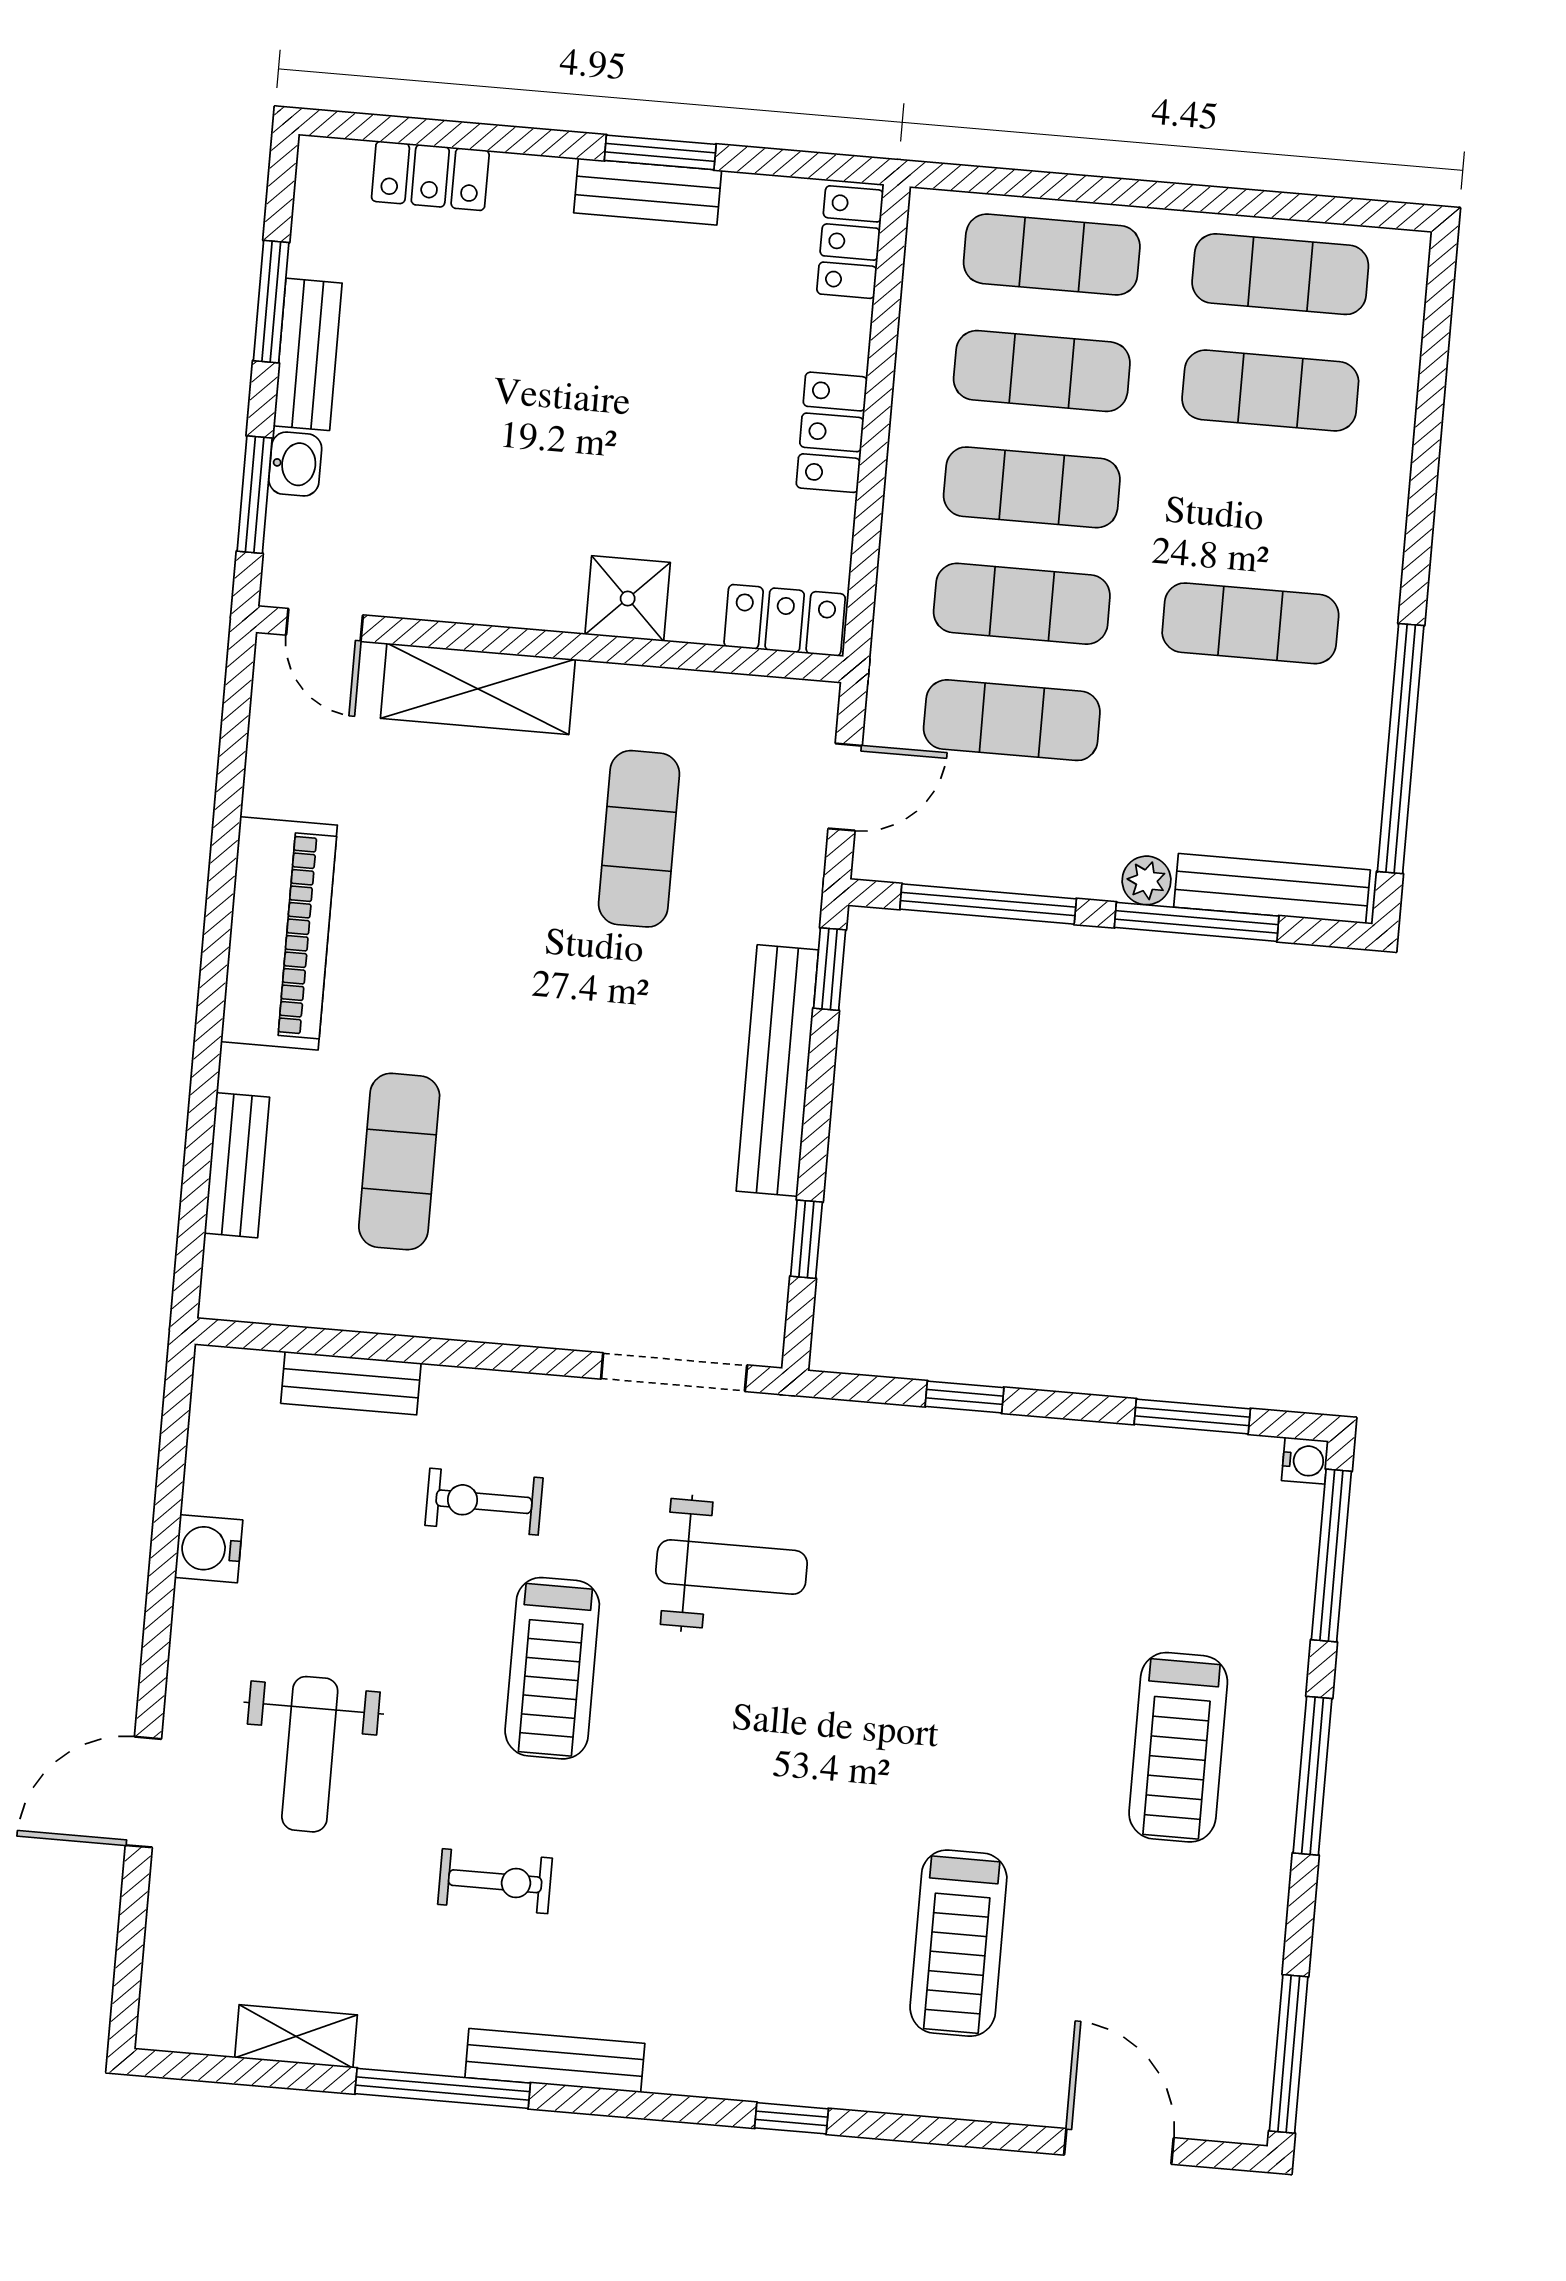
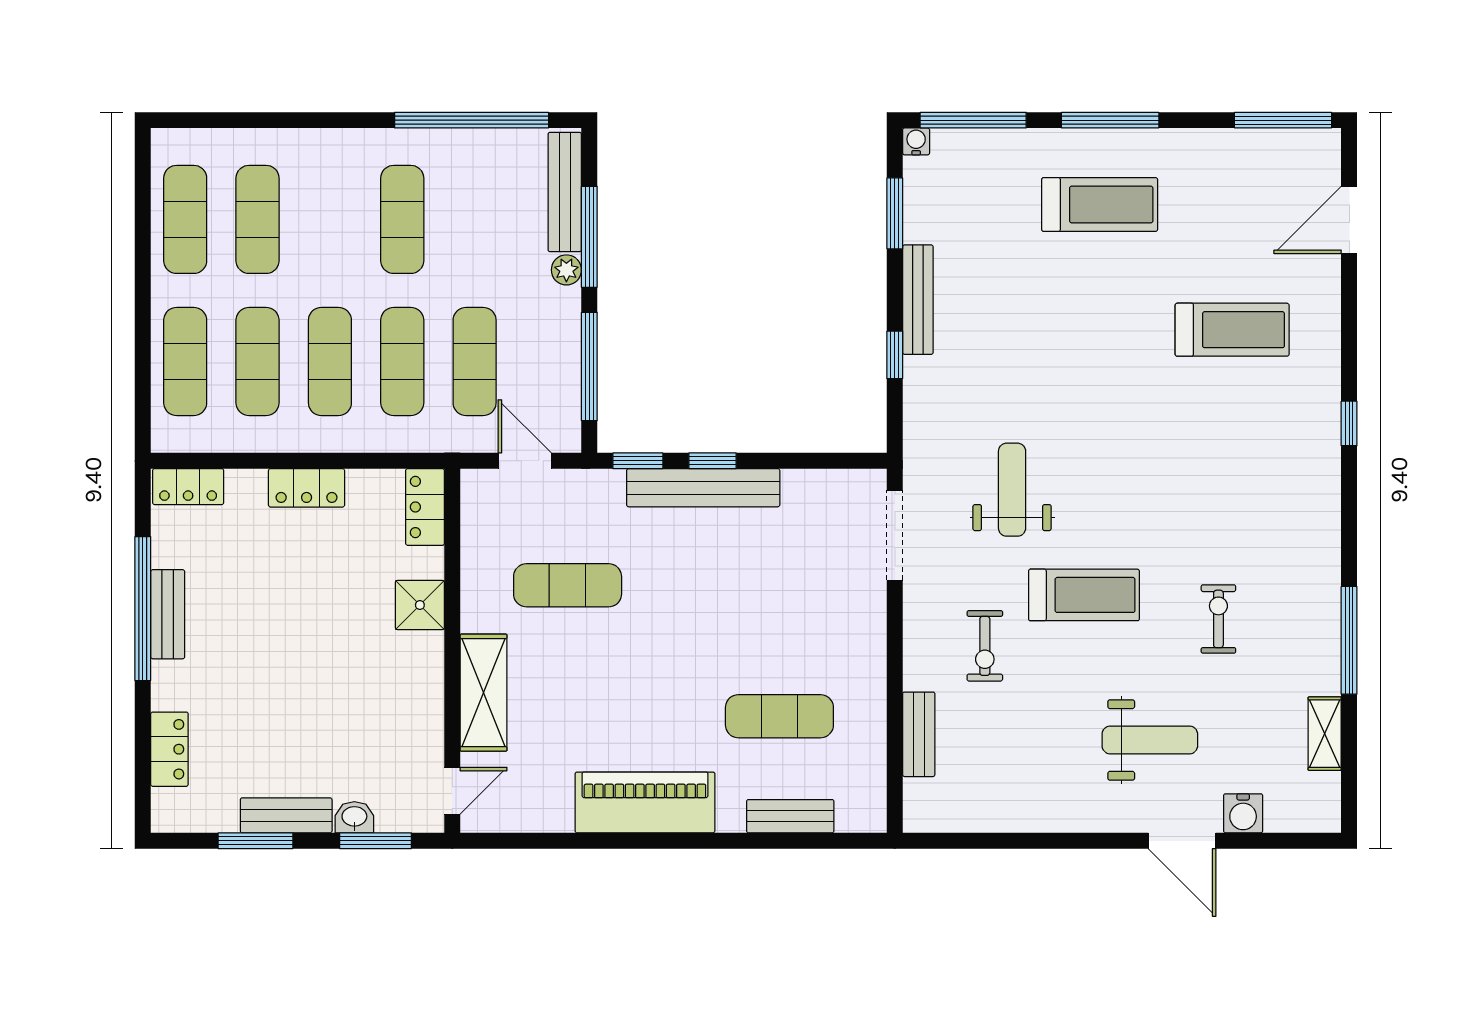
window: (660, 152) -> (143, 609), width x2.11
window: (806, 1239) -> (712, 461), moved
water cooler: (209, 1549) -> (1243, 813), moved
bench: (555, 2061) -> (918, 300), moved

